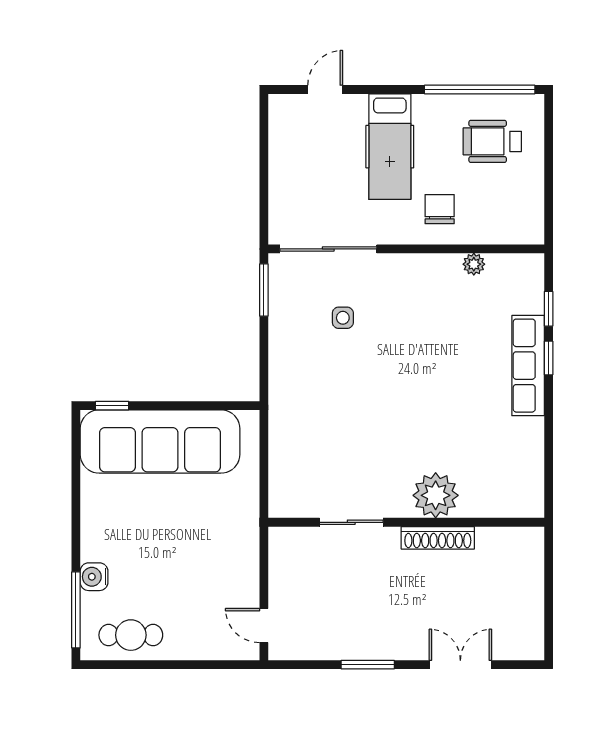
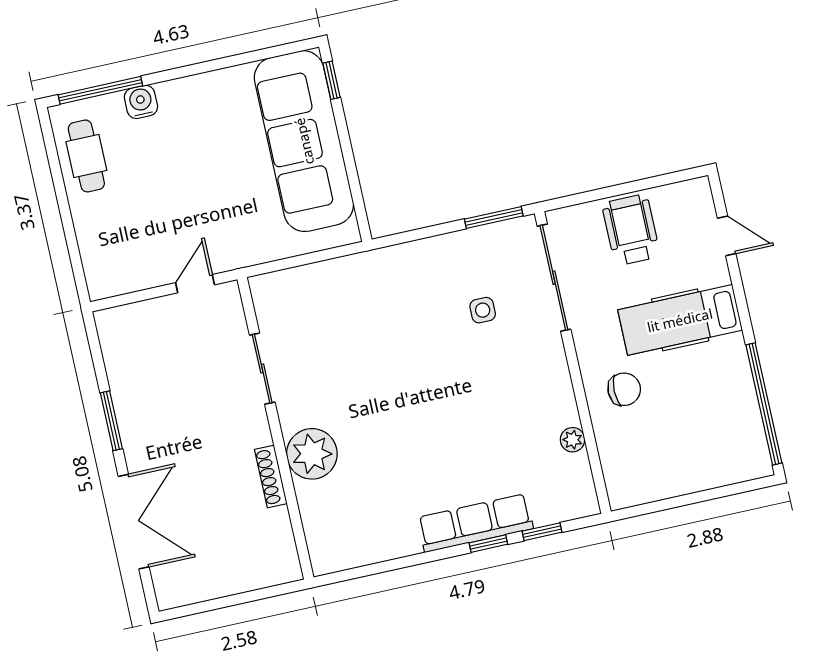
wheelchair: (492, 141) -> (631, 230), moved
shoe rack: (438, 538) -> (271, 477), width x0.74, depth x0.81
door: (264, 626) -> (195, 284), moved
double door: (460, 665) -> (134, 522), width x1.37

